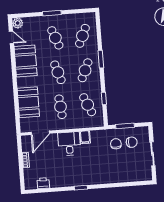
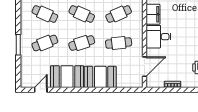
plant: (18, 23) -> (26, 82), removed
booth: (28, 102) -> (100, 77), moved
door: (40, 133) -> (145, 67), hinge flipped
filing cabinet: (85, 137) -> (153, 14), width x2.00

